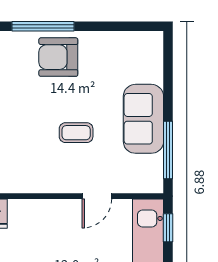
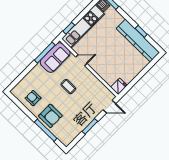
armchair: (115, 58) -> (33, 98), added
sofa: (143, 119) -> (55, 58), moved

